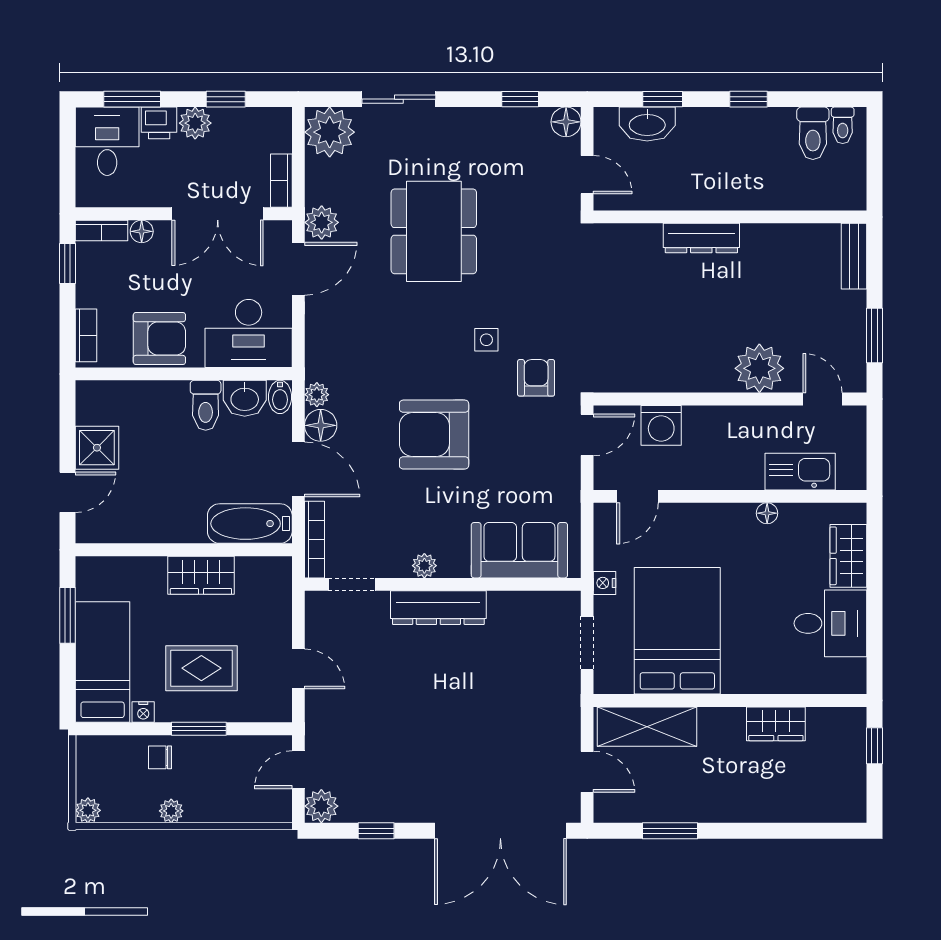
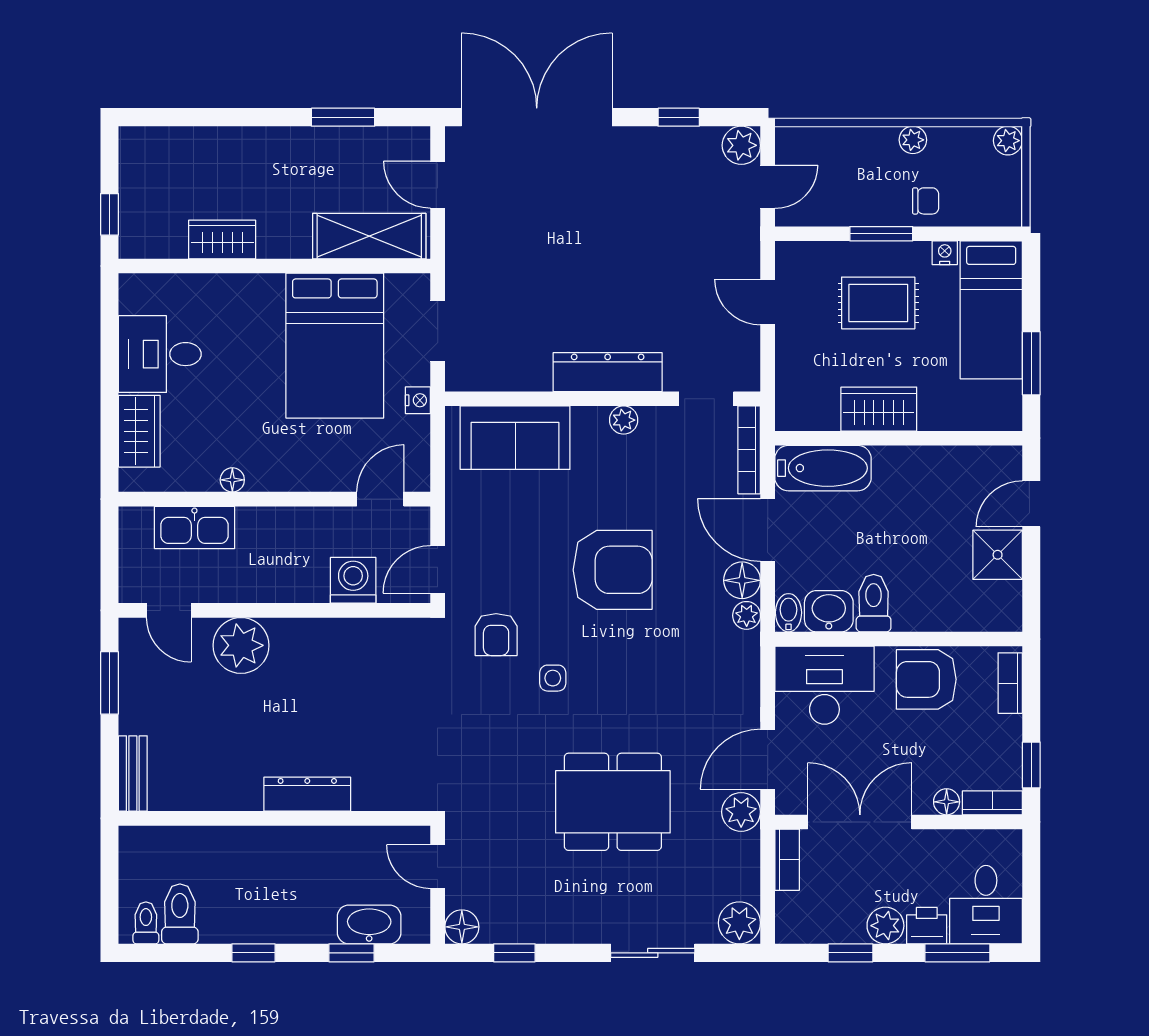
plant: (330, 132) -> (739, 923), width x0.73, depth x0.73
dining table: (434, 231) -> (613, 802), turned 90

